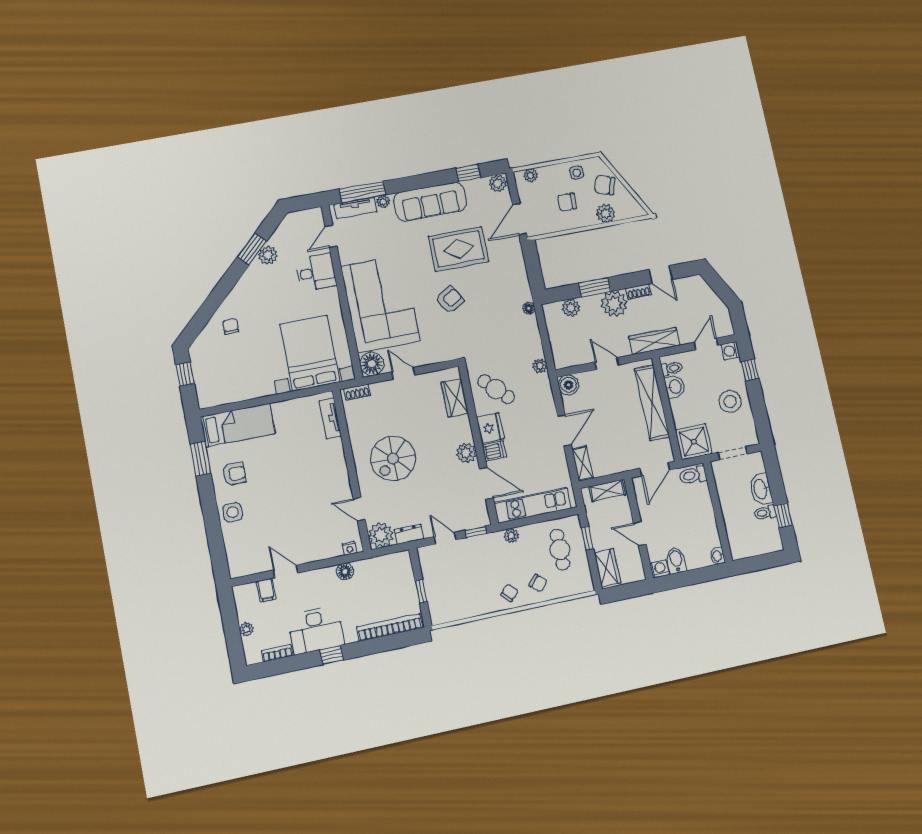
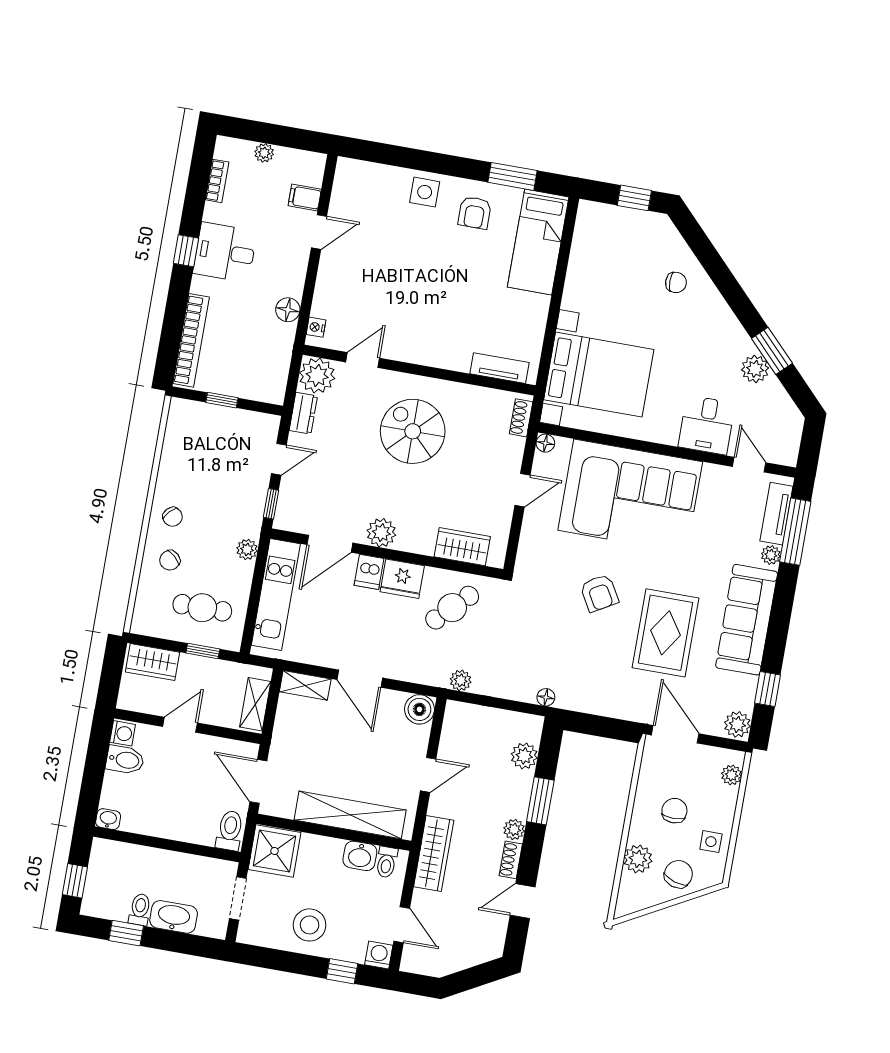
plant: (614, 304) -> (514, 829), width x0.53, depth x0.53
floor lamp: (372, 364) -> (545, 443), width x0.53, depth x0.53
window: (765, 561) -> (75, 881), added
desk: (316, 630) -> (225, 252), width x0.73

